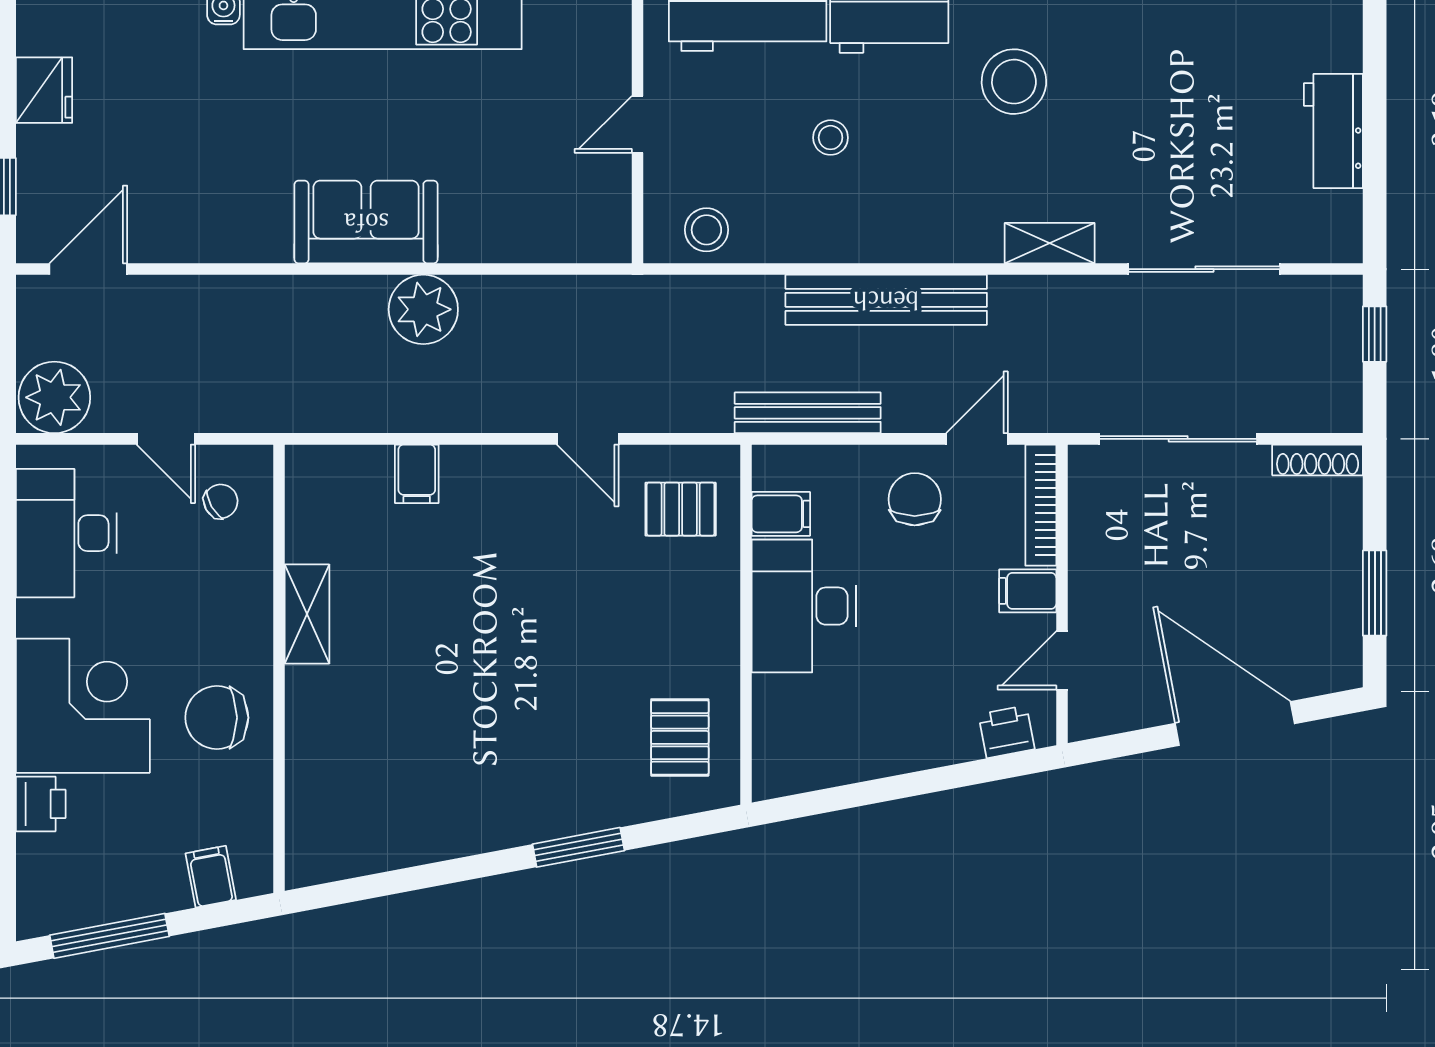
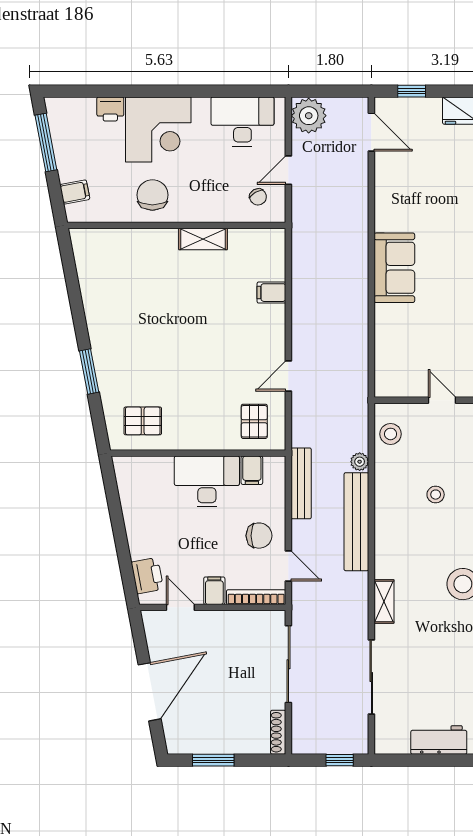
plant: (423, 309) -> (360, 462), moved, width x0.53, depth x0.53
printer: (1007, 732) -> (147, 576), width x1.36, depth x1.24

